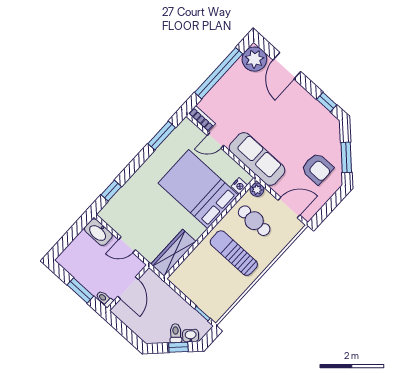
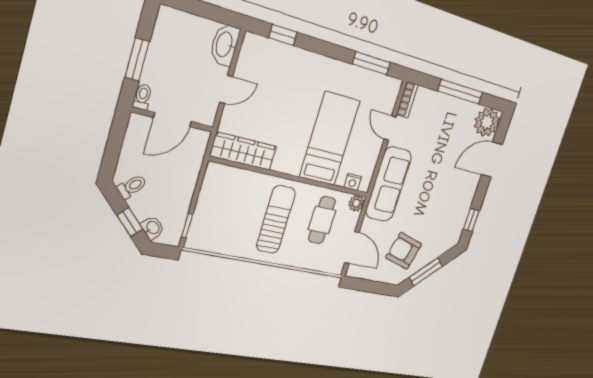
window: (219, 73) -> (460, 92), width x0.68
armchair: (317, 168) -> (404, 251), turned 105
bed: (198, 189) -> (330, 139), width x0.67
door: (127, 245) -> (226, 89), swing flipped
toilet: (176, 333) -> (132, 187), moved

